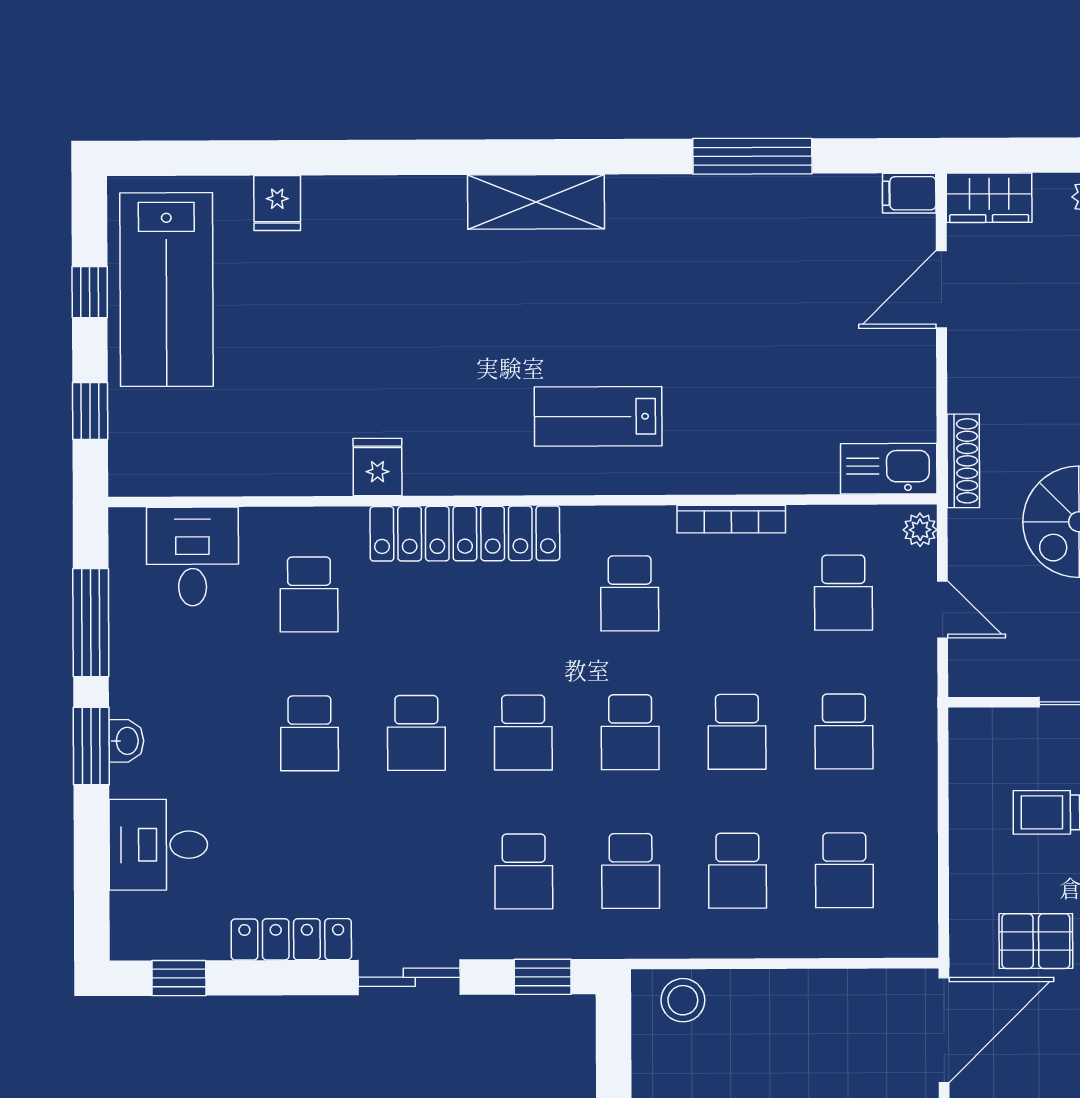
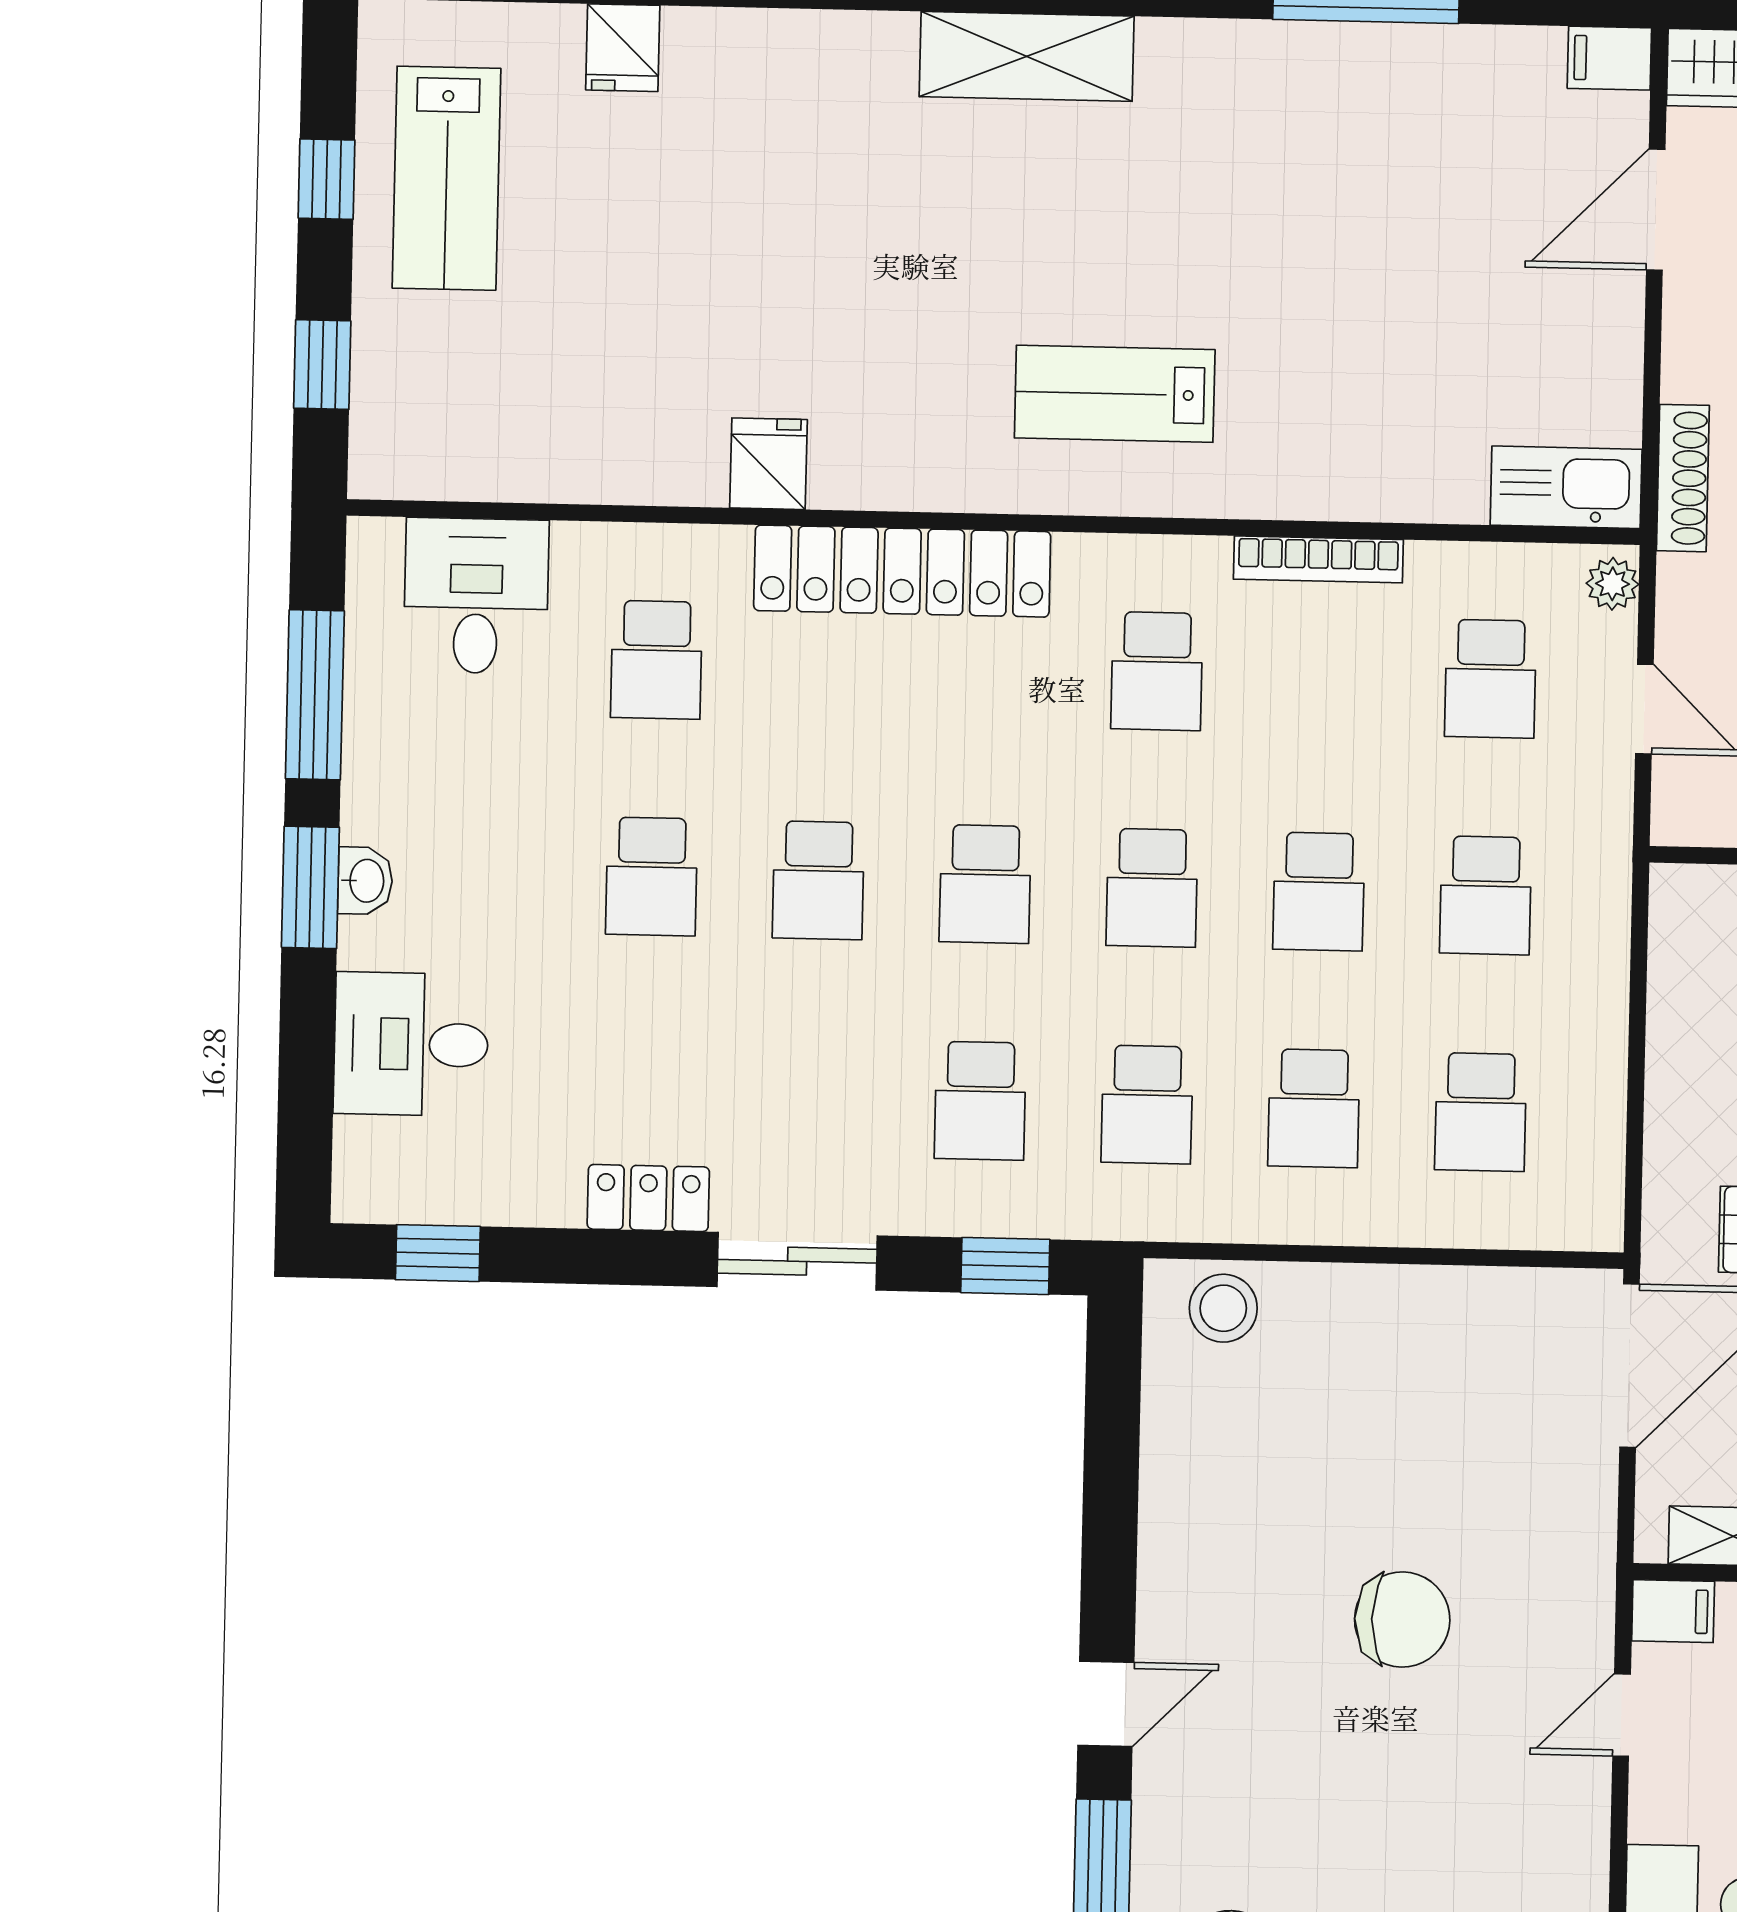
lab bench: (167, 290) -> (446, 178), width x0.73, depth x0.72
locker: (291, 939) -> (648, 1198), width x0.66

